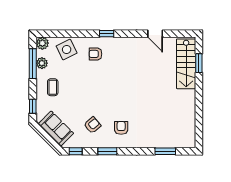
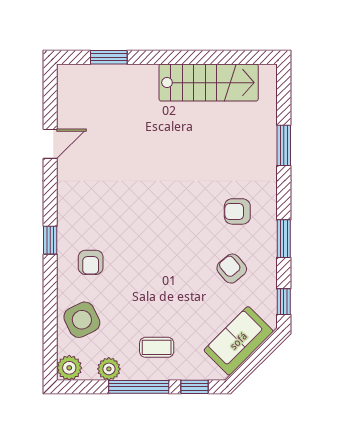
window: (33, 64) -> (139, 387), moved
stairs: (186, 64) -> (209, 83), moved
window: (165, 151) -> (284, 145), moved

